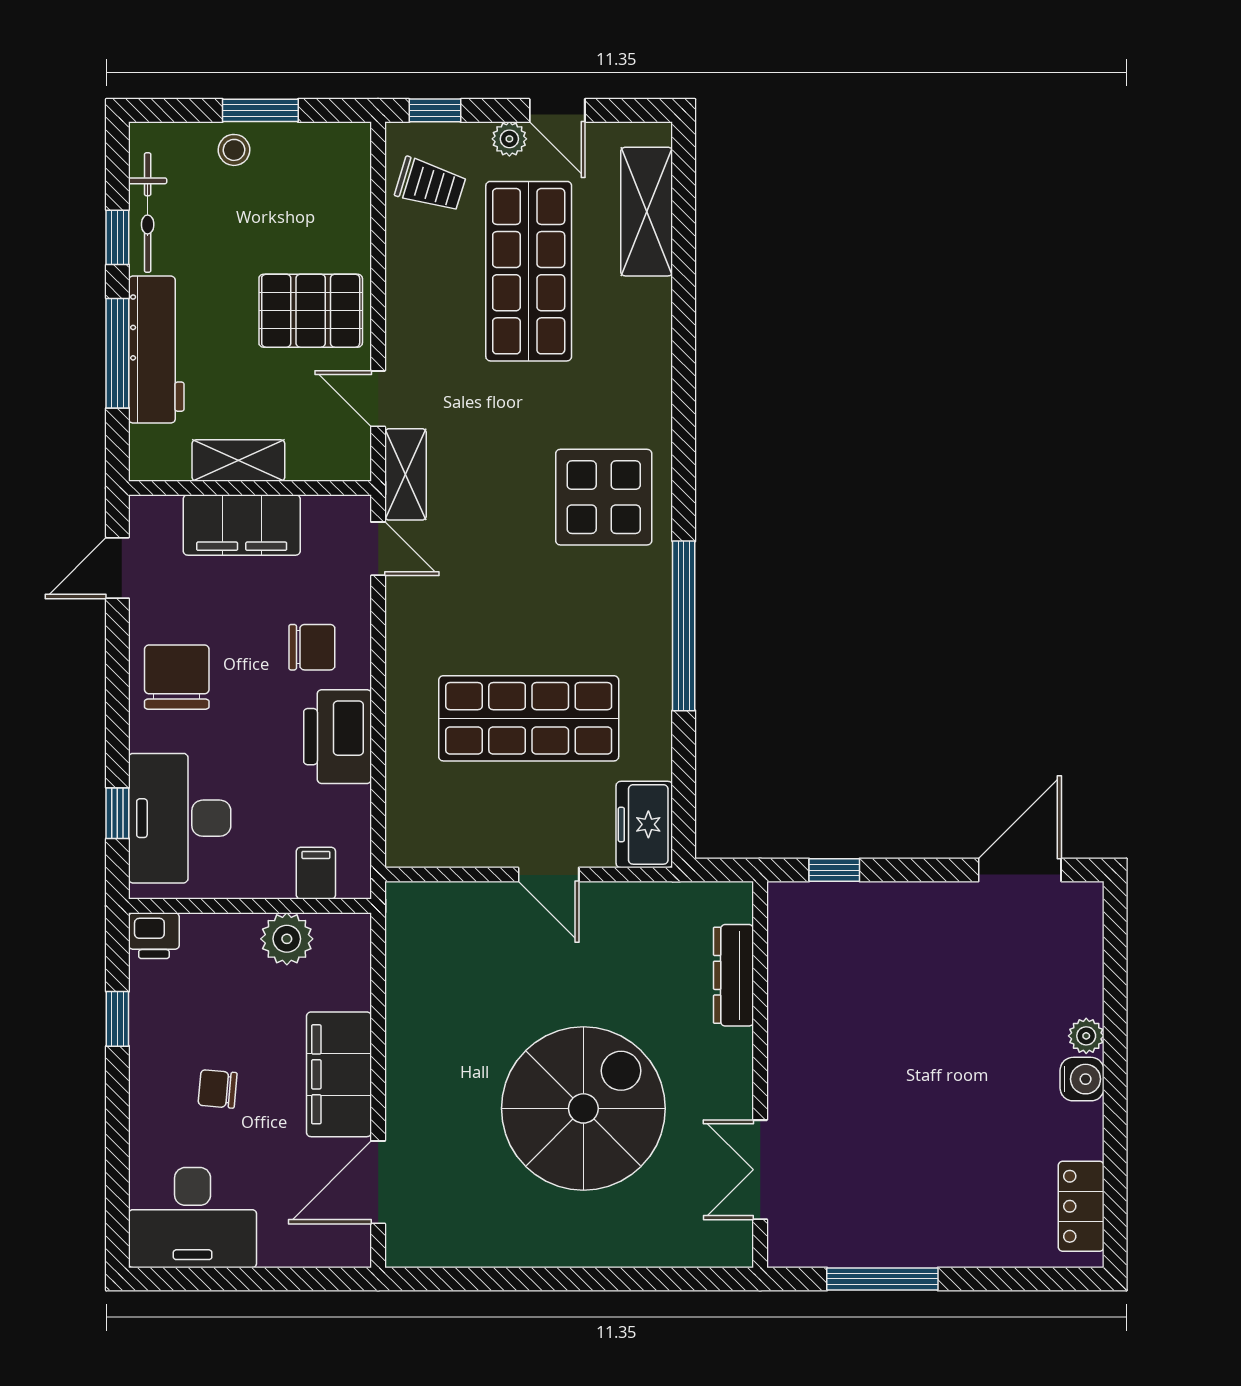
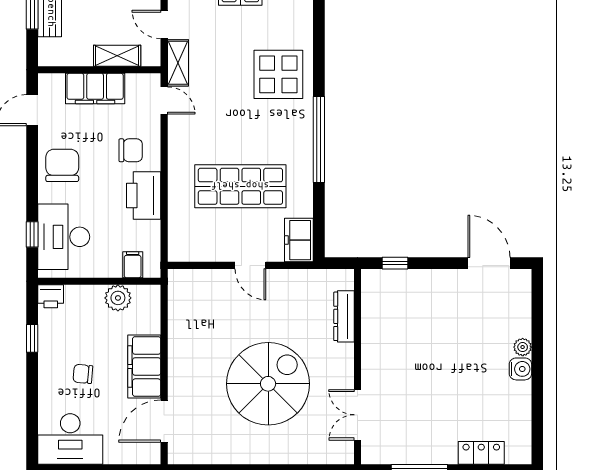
shelving: (238, 460) -> (117, 56), moved
door: (1020, 870) -> (489, 263), hinge flipped
locker: (1081, 1206) -> (481, 453), moved, turned 90

